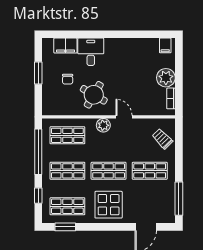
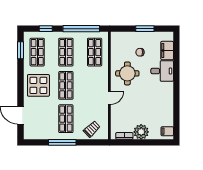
round table: (94, 95) -> (127, 73), turned -30
plant: (103, 125) -> (103, 81), removed
window: (179, 199) -> (62, 142), moved

